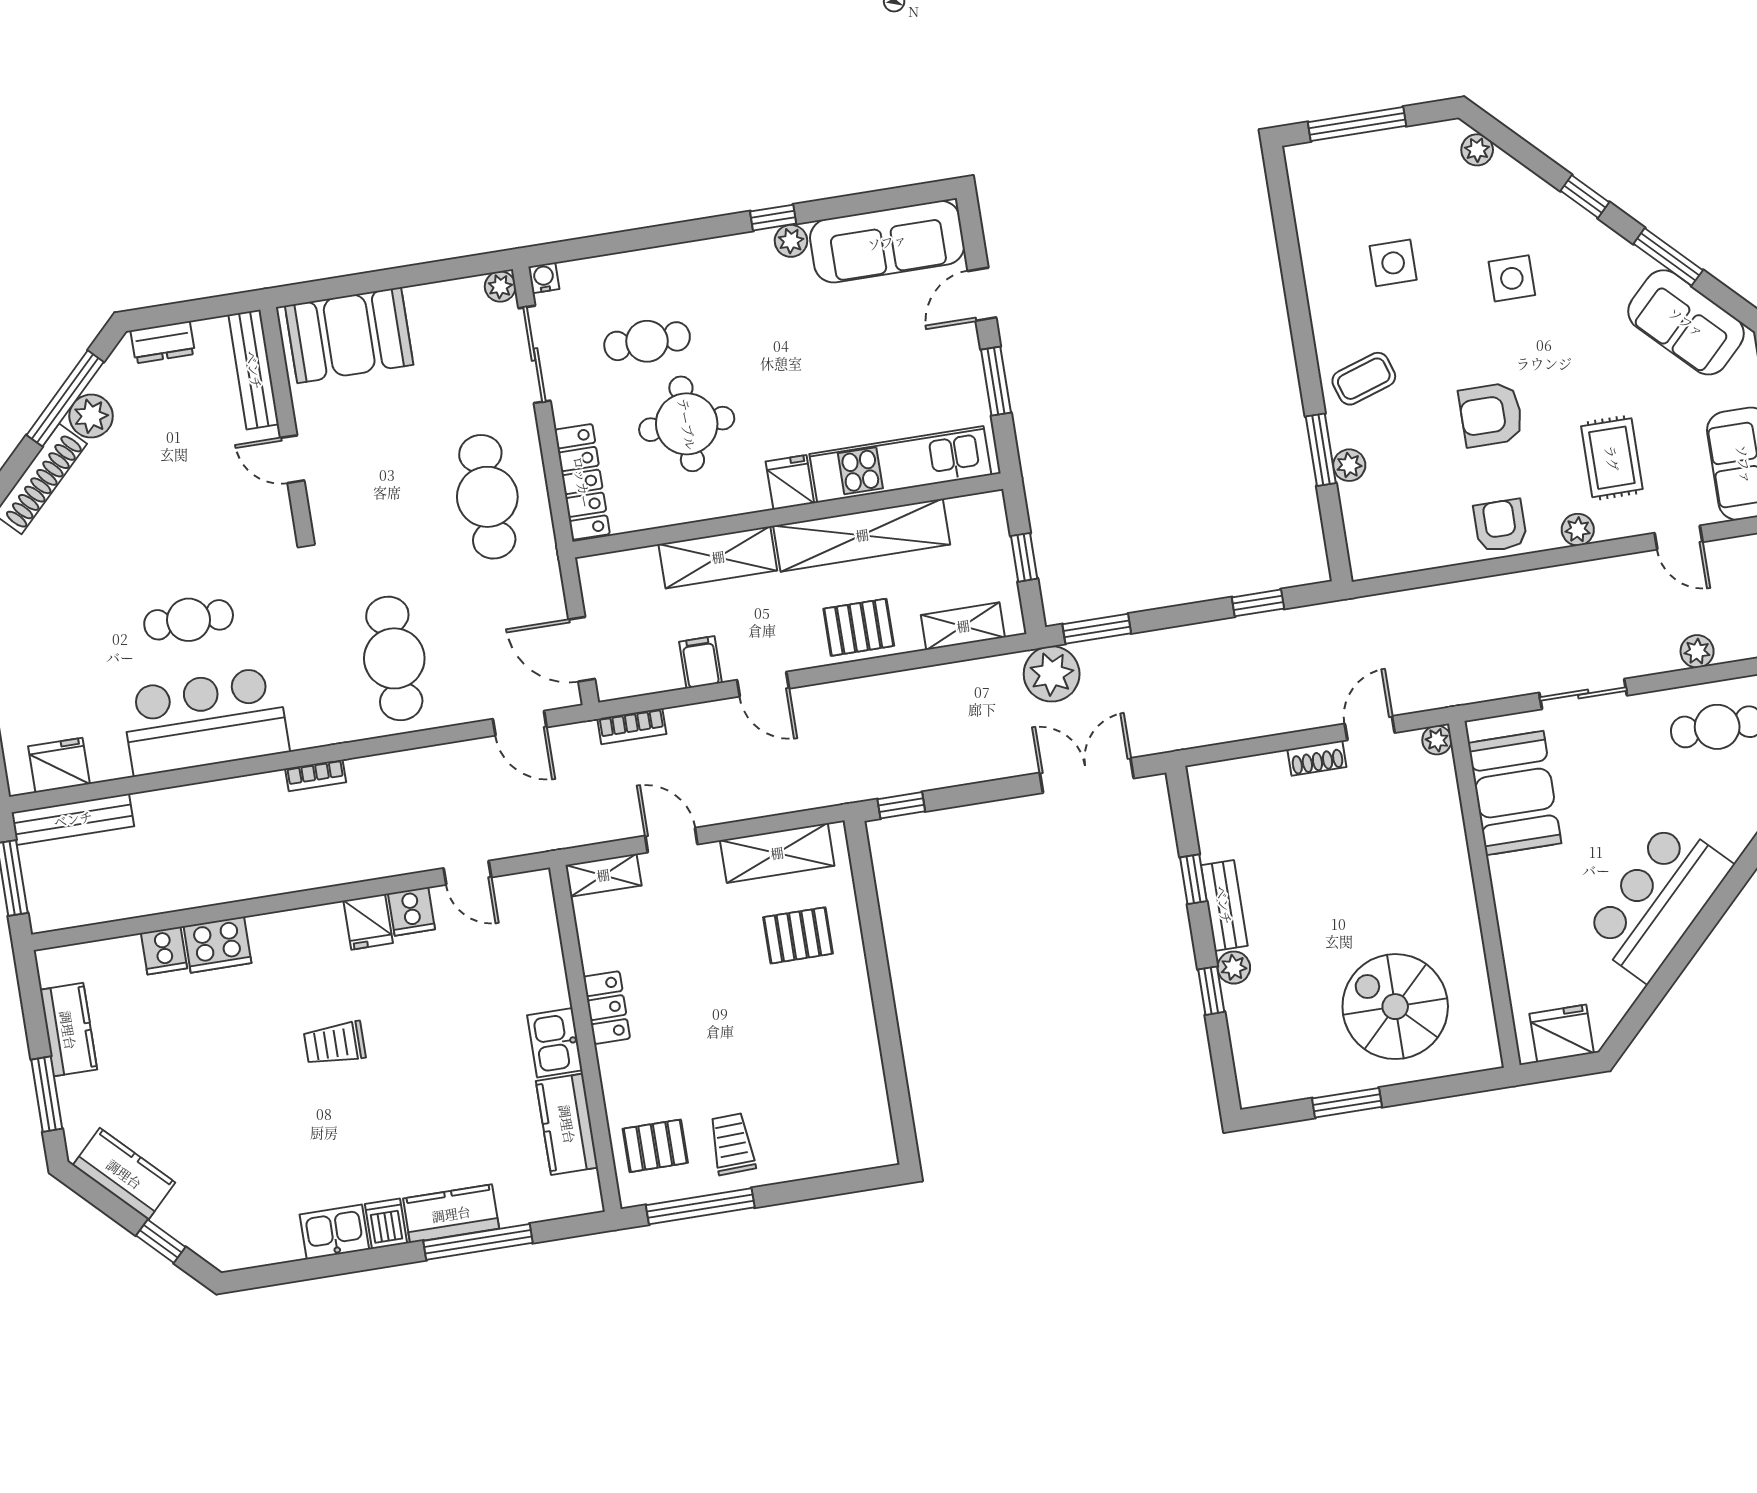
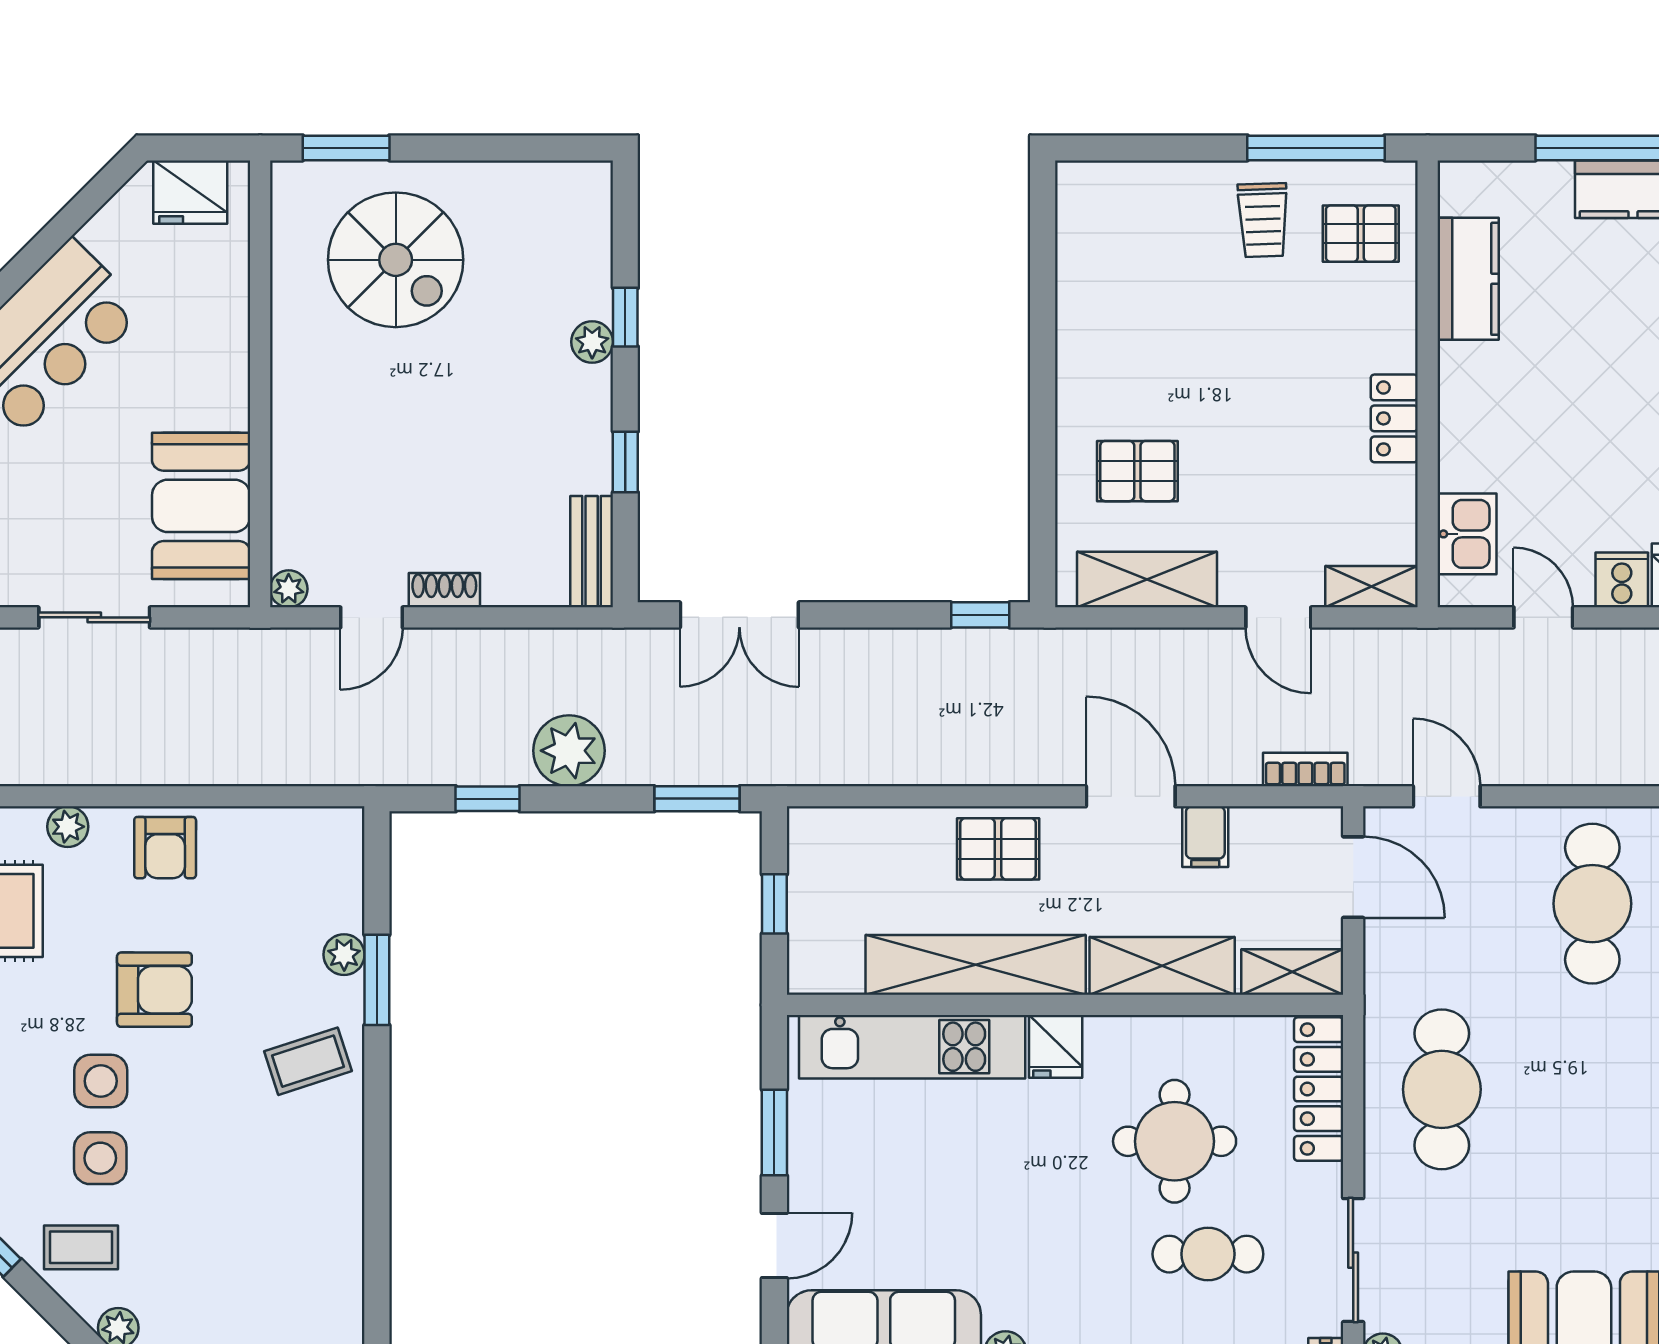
coffee table: (1516, 207) -> (81, 1247), added
side table: (1393, 263) -> (101, 1081), moved
shelving: (963, 626) -> (1292, 972), moved
plant: (1052, 674) -> (569, 751), moved
door: (763, 684) -> (1131, 796), width x1.37
bench: (1224, 905) -> (592, 552), moved
kitchen sink: (555, 1043) -> (1467, 534), moved
window: (1347, 1103) -> (346, 148), moved

